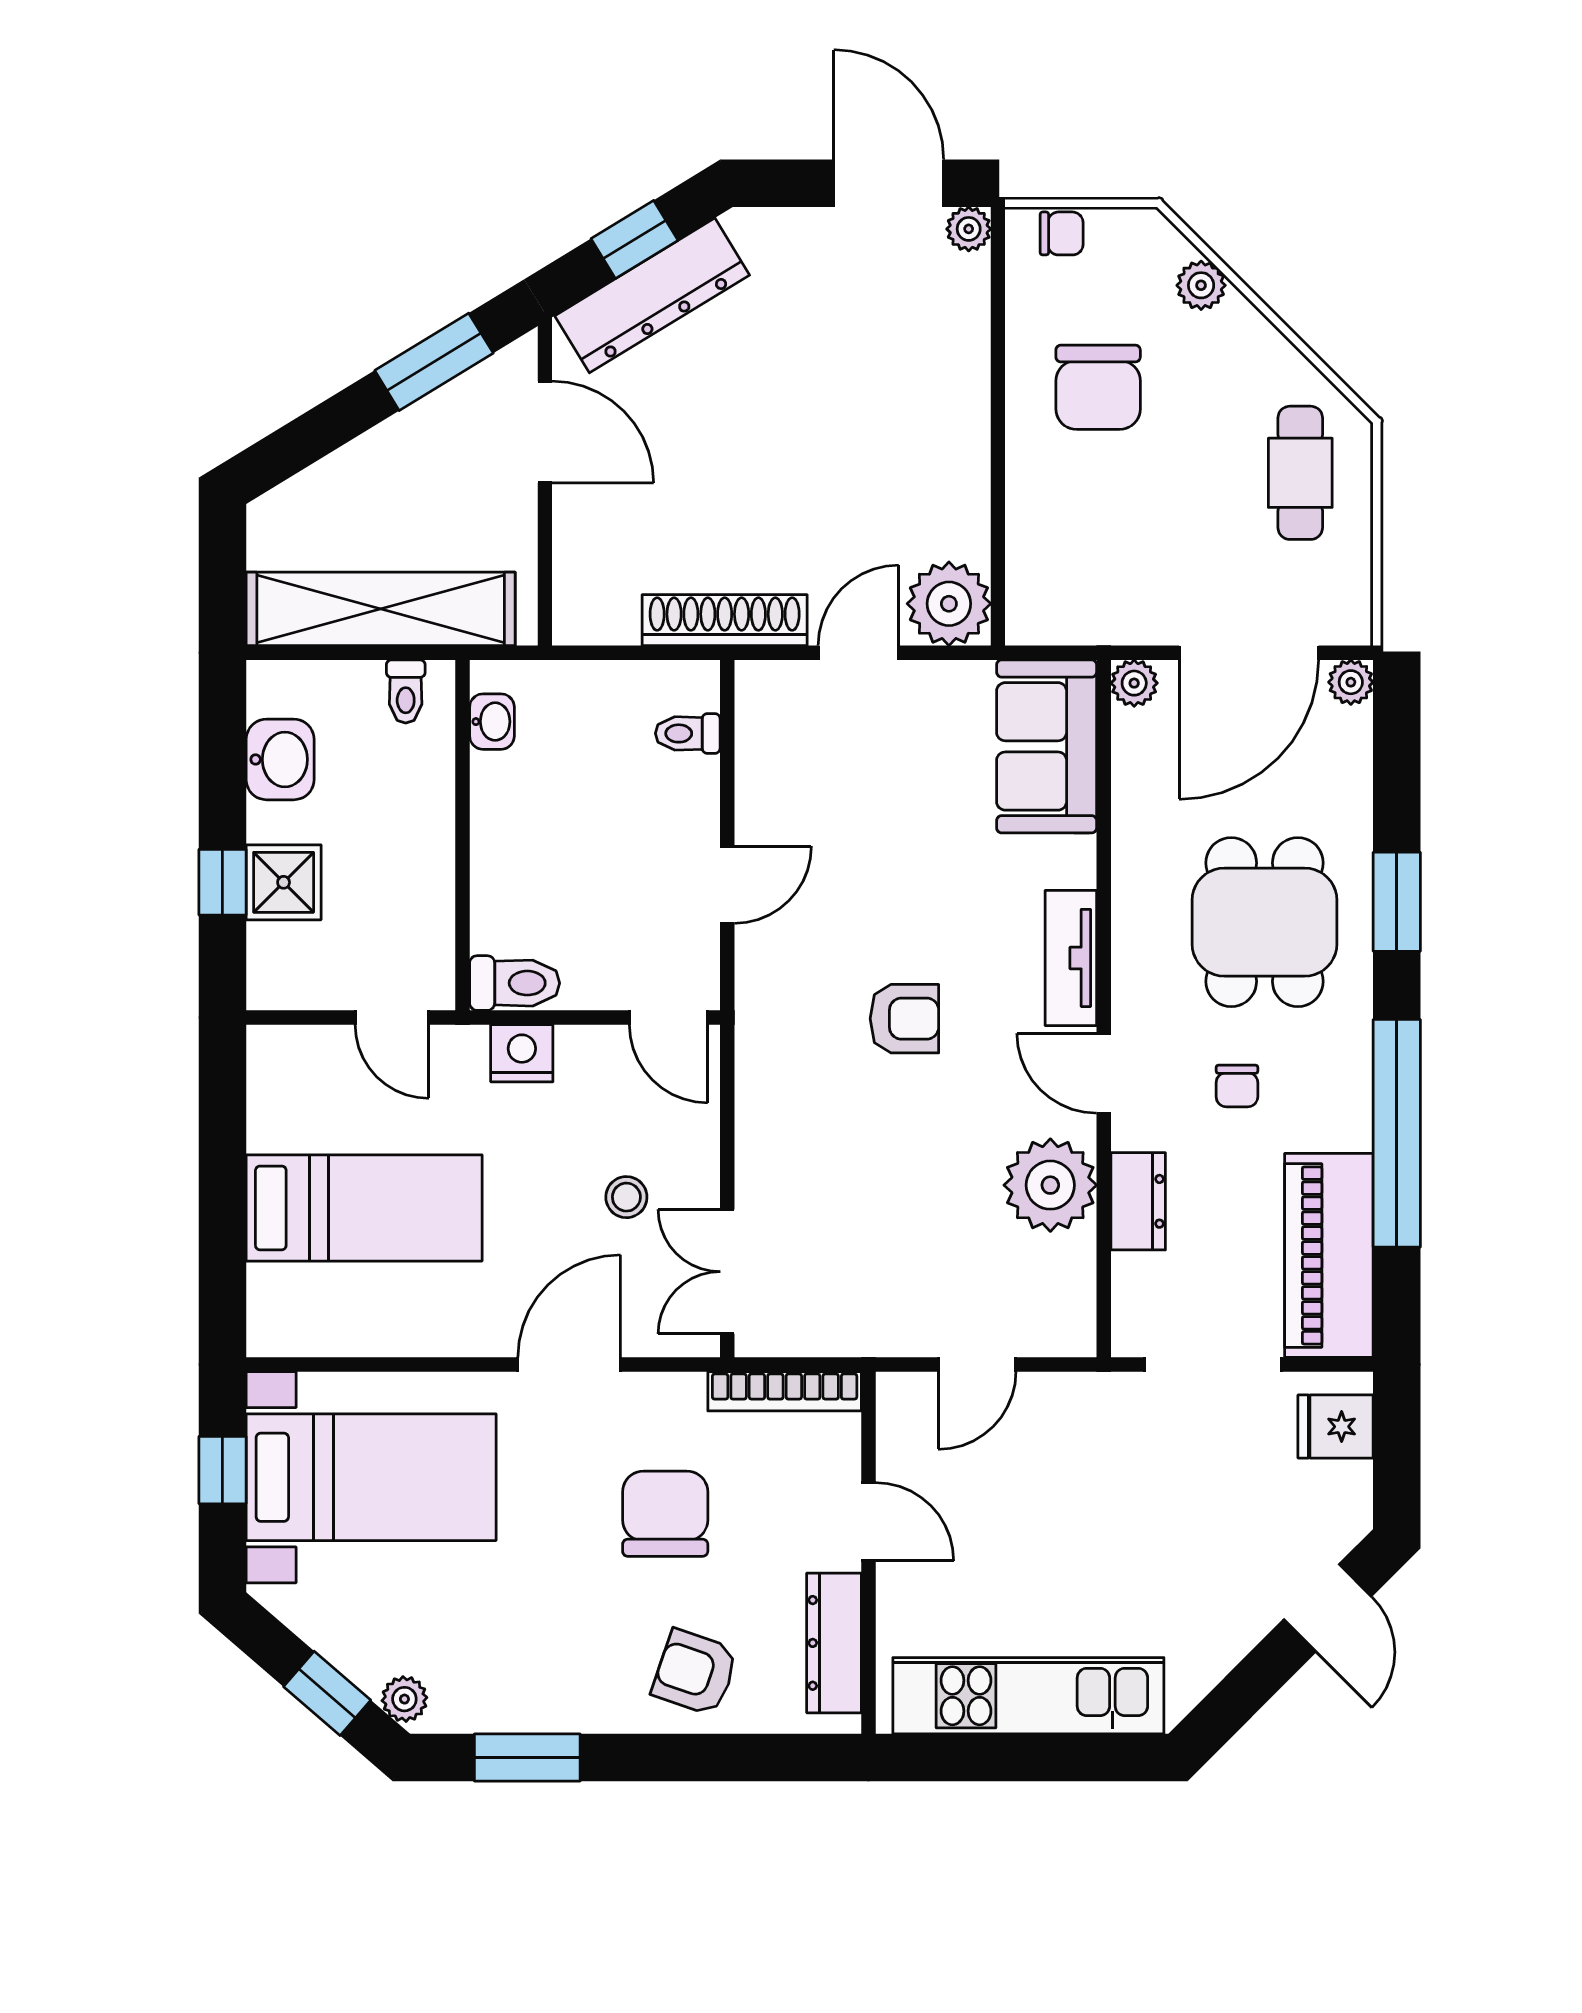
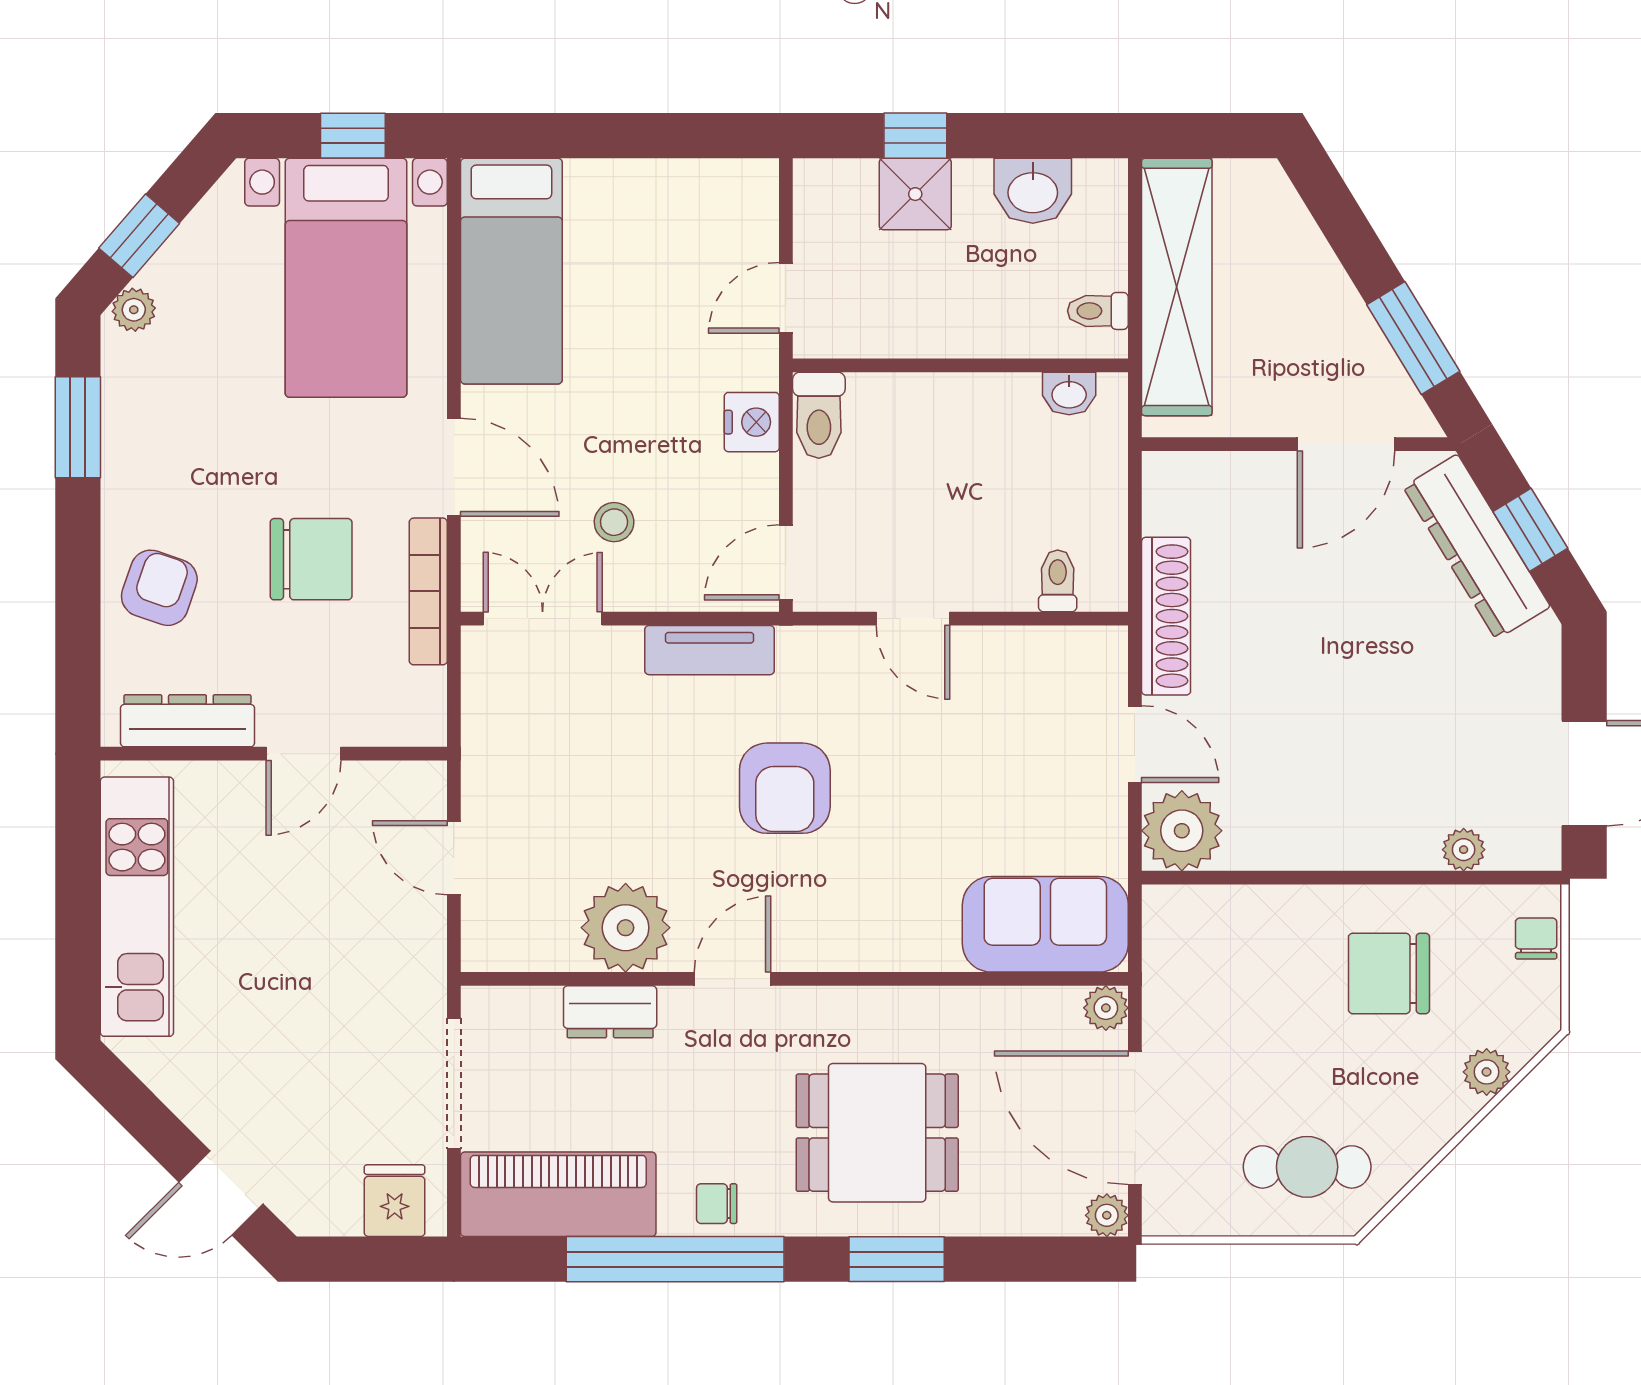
plant: (969, 229) -> (1464, 850), moved
chair: (1062, 233) -> (1536, 938), turned 180
tv unit: (1071, 958) -> (709, 650), moved, turned 180
armchair: (904, 1019) -> (785, 788), width x1.38, depth x1.38
chair: (1237, 1086) -> (717, 1204), moved
bed: (364, 1208) -> (511, 271), moved
bookcase: (785, 1391) -> (428, 591), moved

